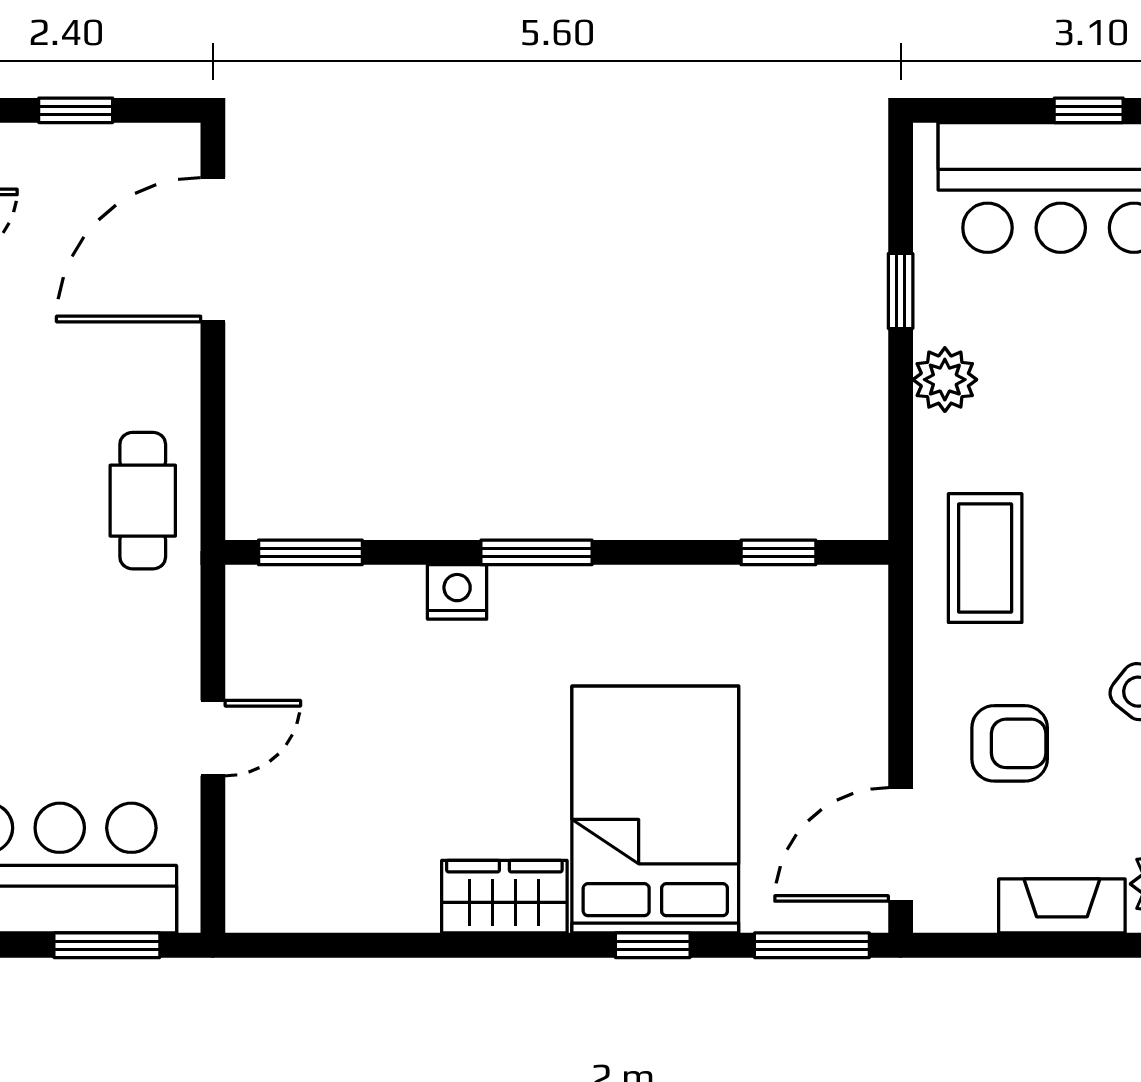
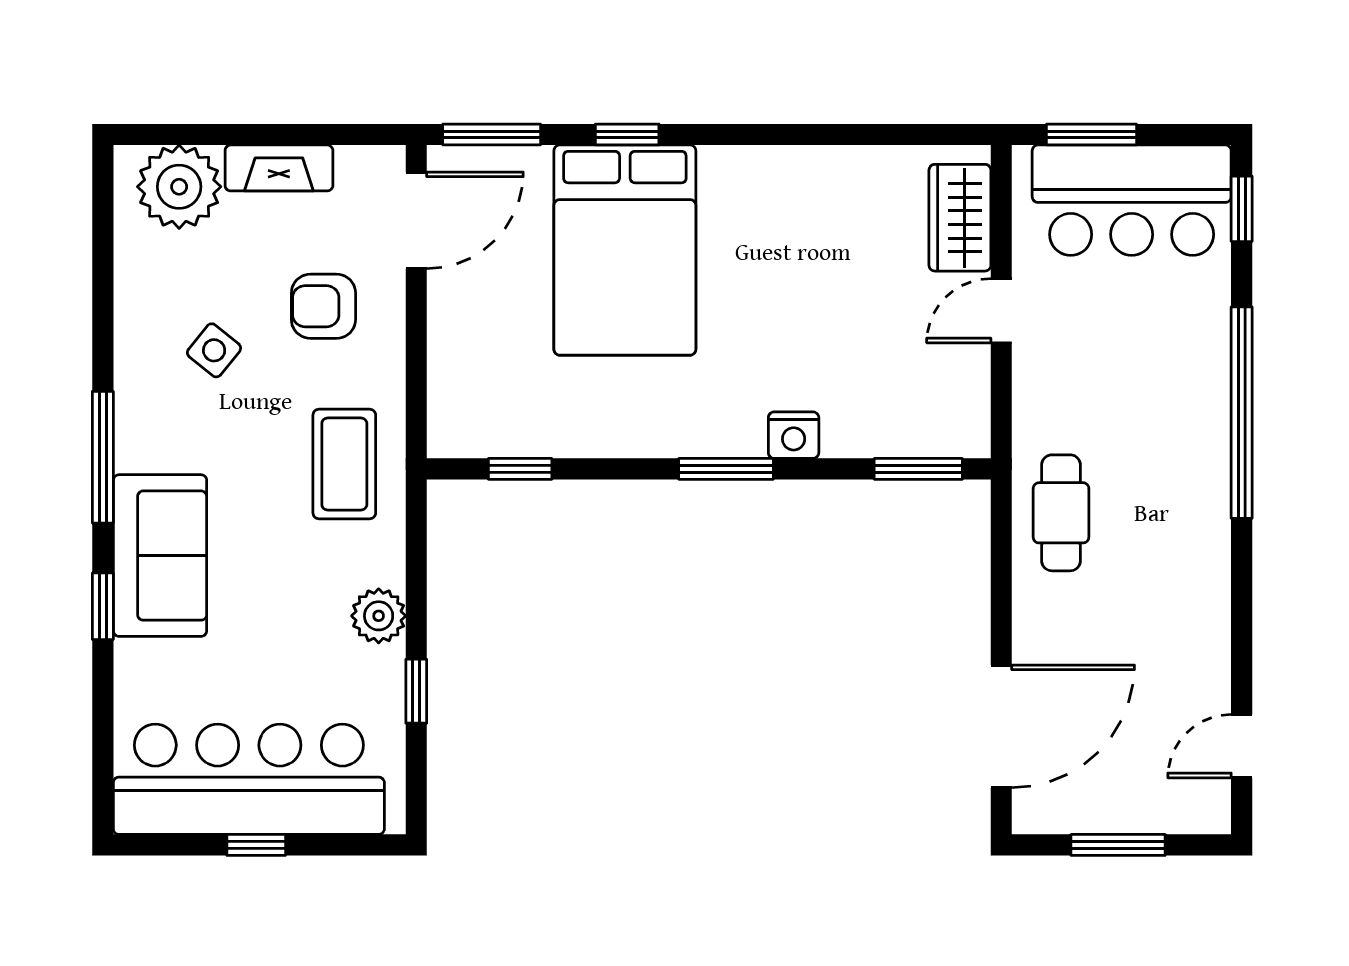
window: (76, 110) -> (1118, 845), width x1.50
wardrobe: (504, 897) -> (960, 218), moved, turned 90

